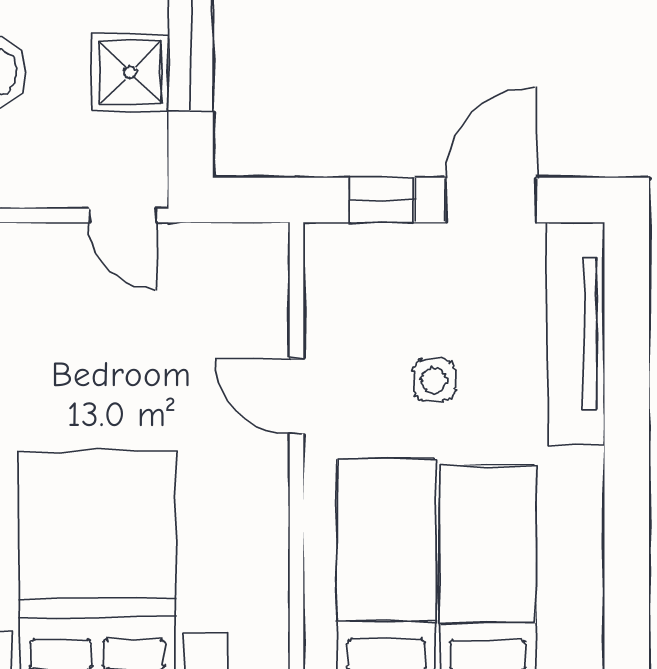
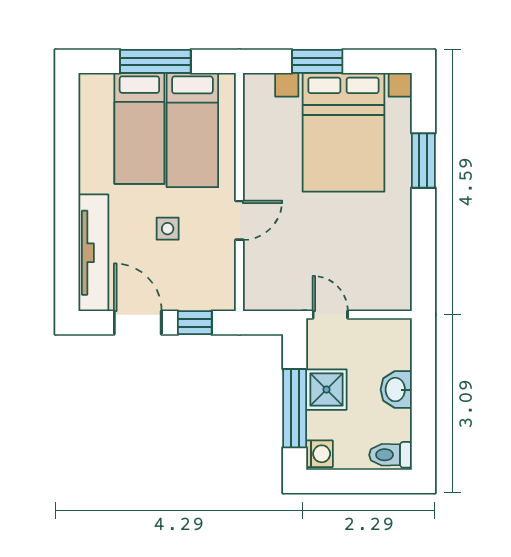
door: (491, 200) -> (138, 323), swing flipped
door: (297, 396) -> (239, 220), hinge flipped

